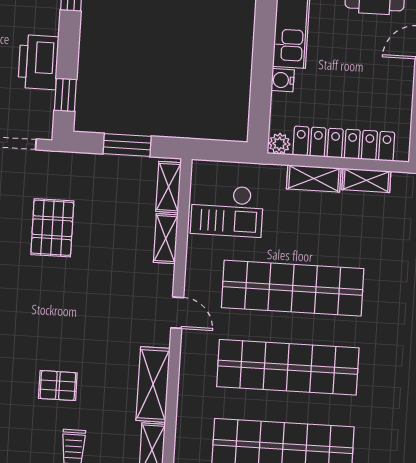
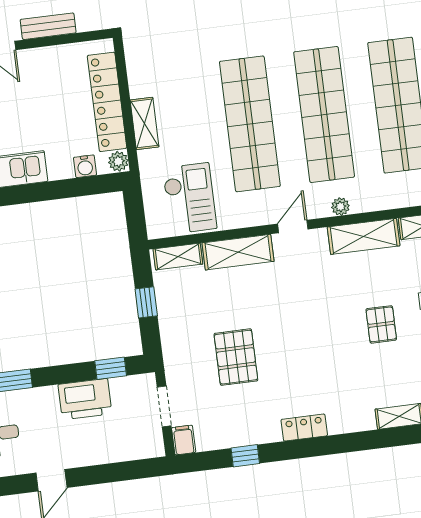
water cooler: (283, 80) -> (85, 166), moved
window: (127, 145) -> (146, 302), width x0.67
shelving: (366, 180) -> (137, 74), removed
pallet: (52, 228) -> (236, 357), turned 90
shelving: (166, 239) -> (238, 252), width x1.50, depth x1.33
plant: (189, 366) -> (340, 207), added

